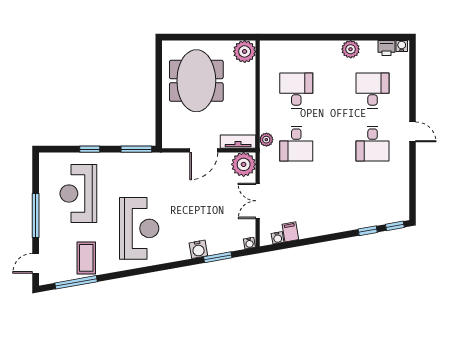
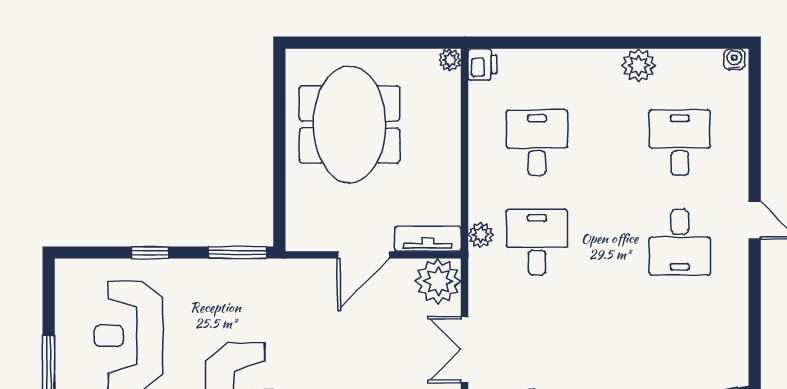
printer: (386, 48) -> (482, 64), moved, turned -90
plant: (245, 51) -> (450, 60), width x0.53, depth x0.53
desk: (296, 144) -> (537, 242), turned 180

